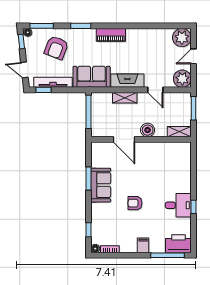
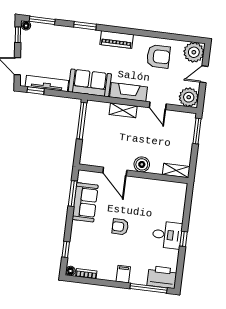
armchair: (56, 48) -> (158, 56), moved, turned -111
boiler: (148, 130) -> (142, 164), moved
shelving: (179, 132) -> (176, 170), moved
door: (124, 139) -> (115, 171), moved
wall: (141, 139) -> (133, 174), moved

